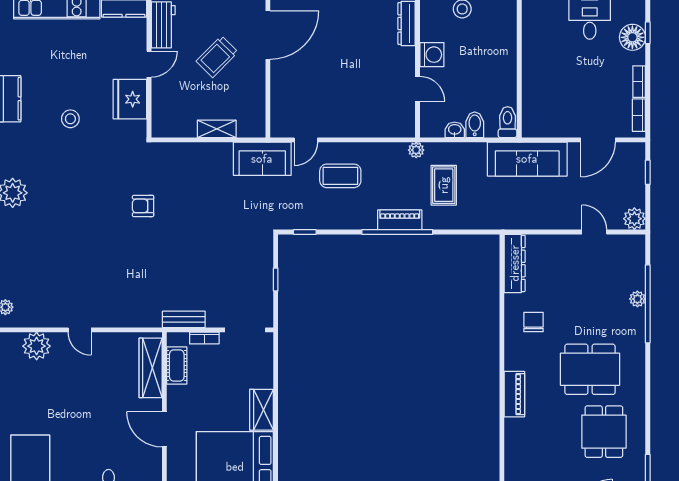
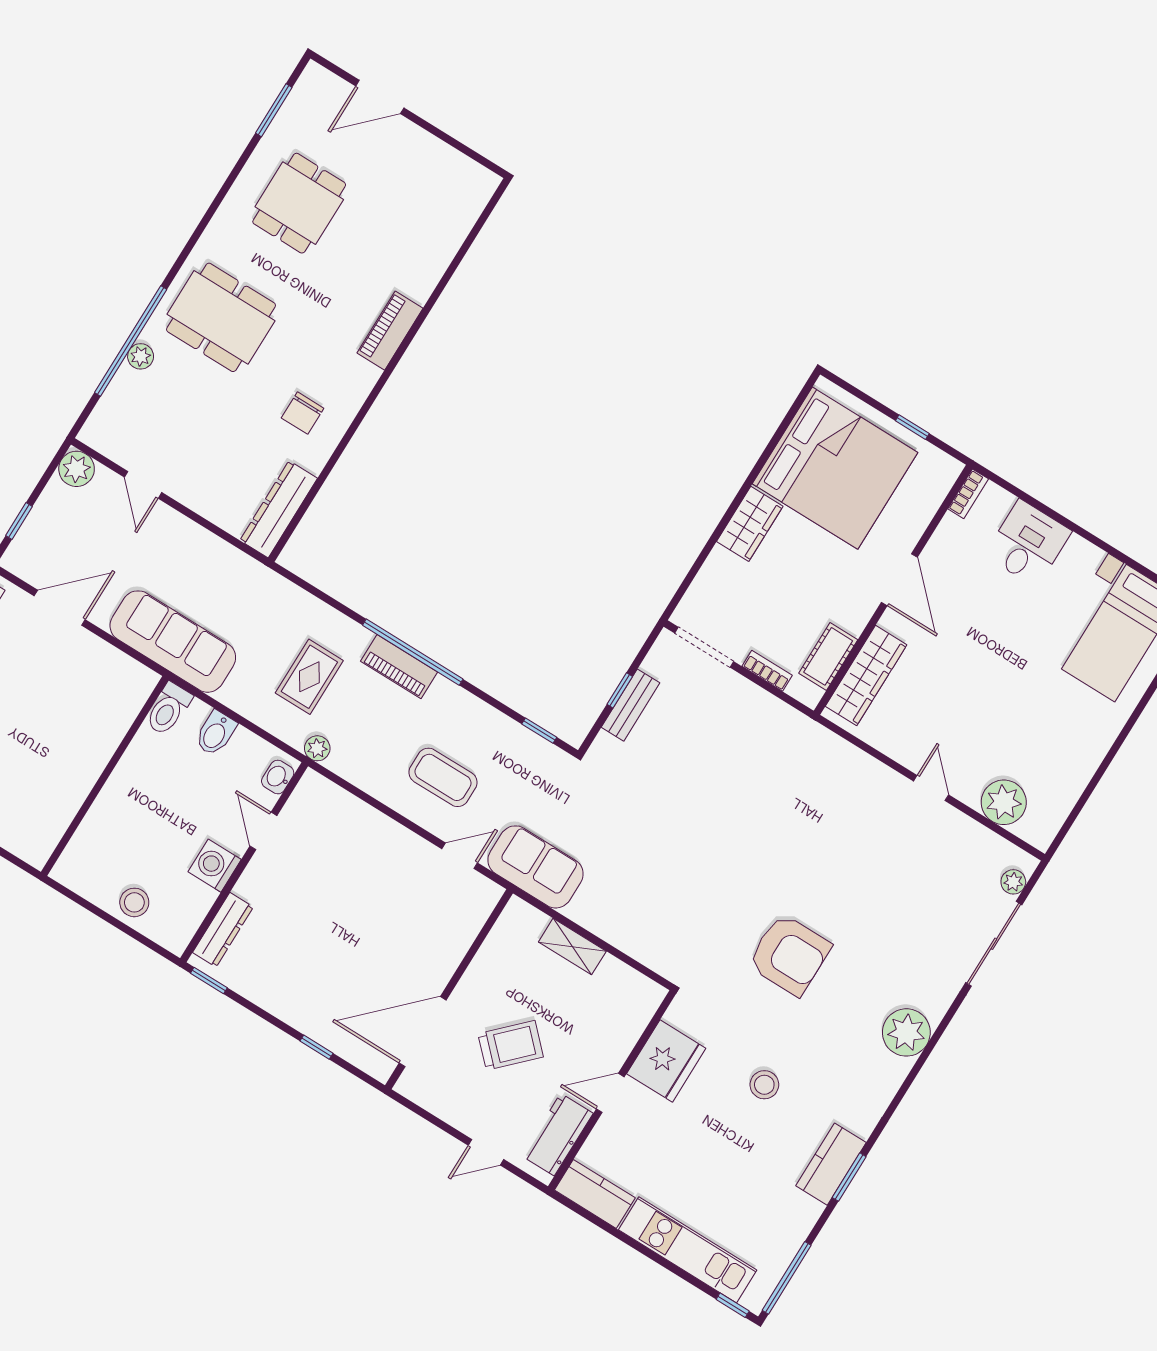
washbasin: (455, 130) -> (278, 777), moved, turned 90
armchair: (143, 206) -> (789, 955), moved, width x1.88, depth x1.88
bench: (184, 319) -> (630, 705), moved, turned 90
dining table: (590, 369) -> (221, 317), moved

